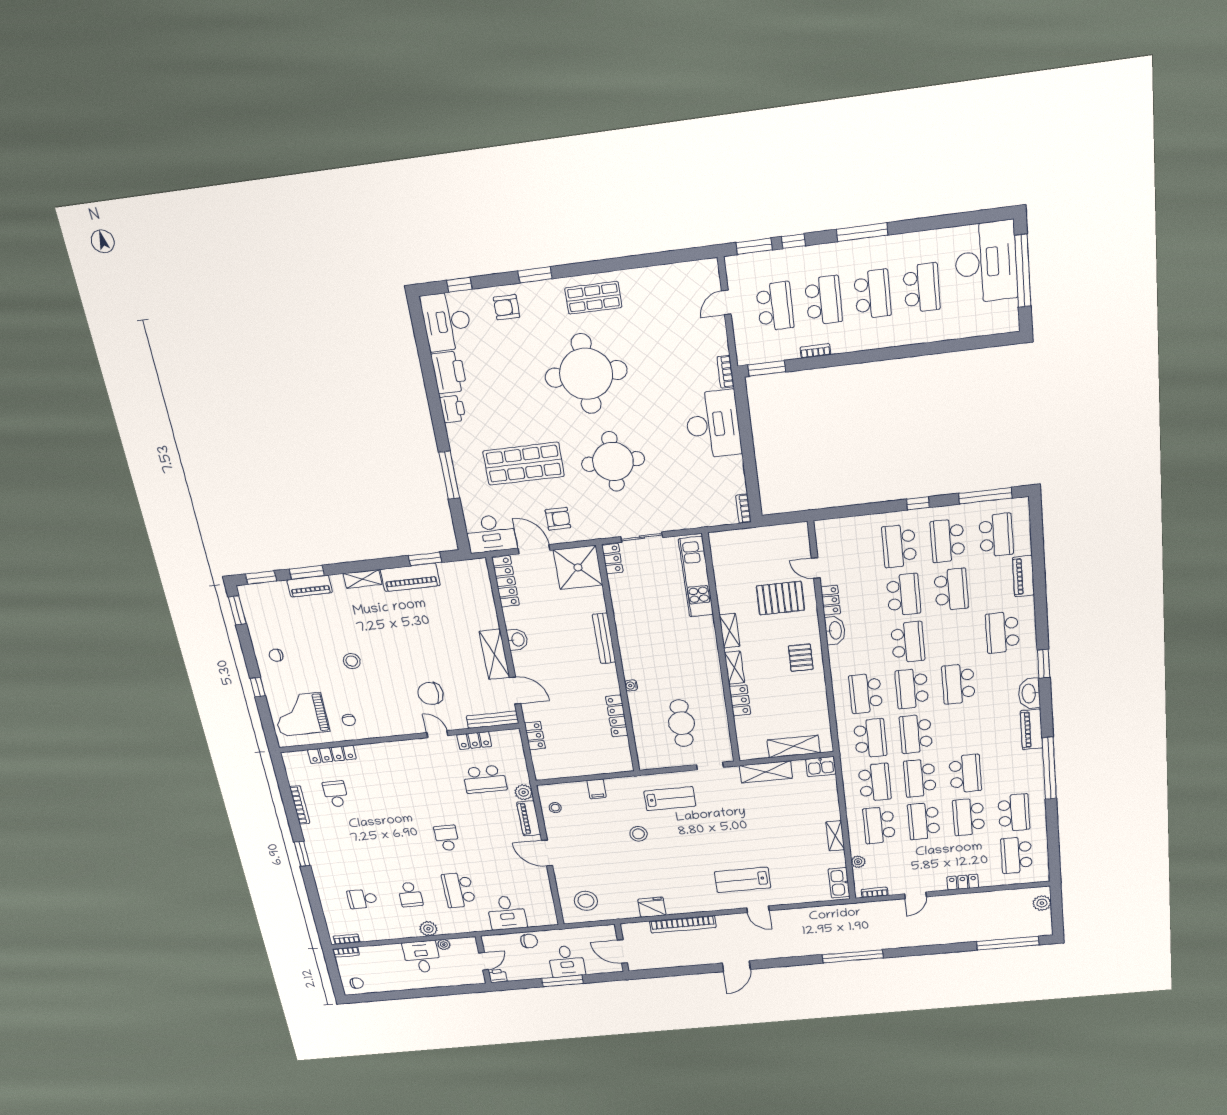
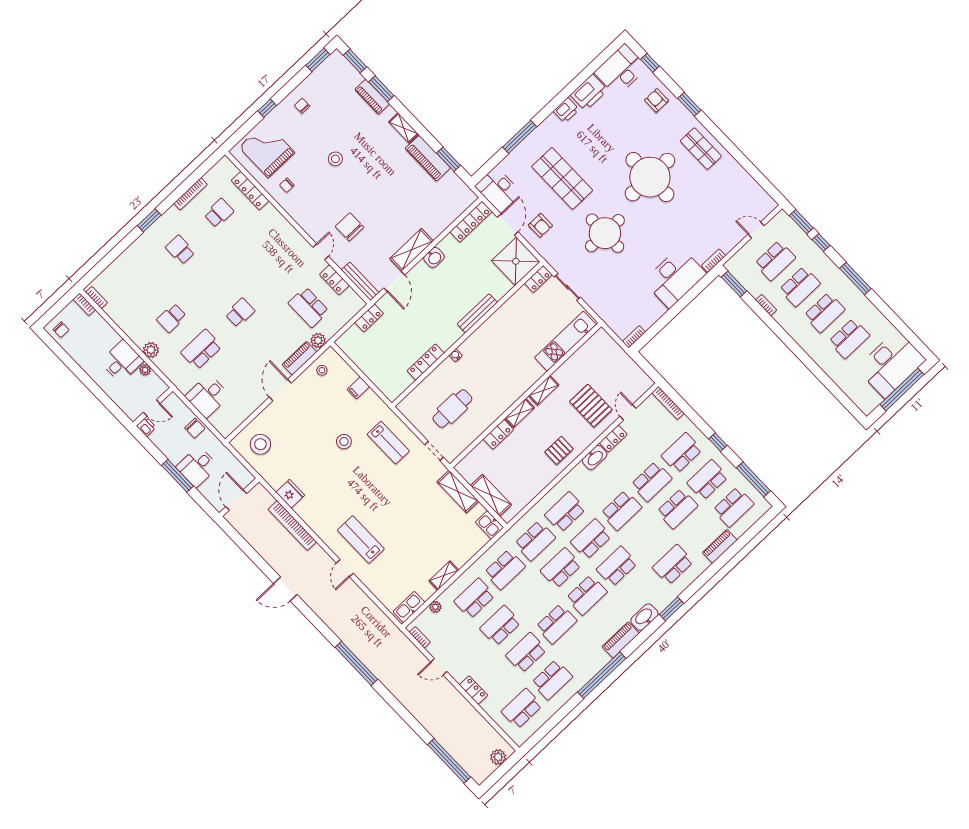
bookcase: (838, 523) -> (668, 403), added
school desk: (920, 778) -> (587, 595), moved, turned 180
school desk: (362, 899) -> (180, 250), moved

